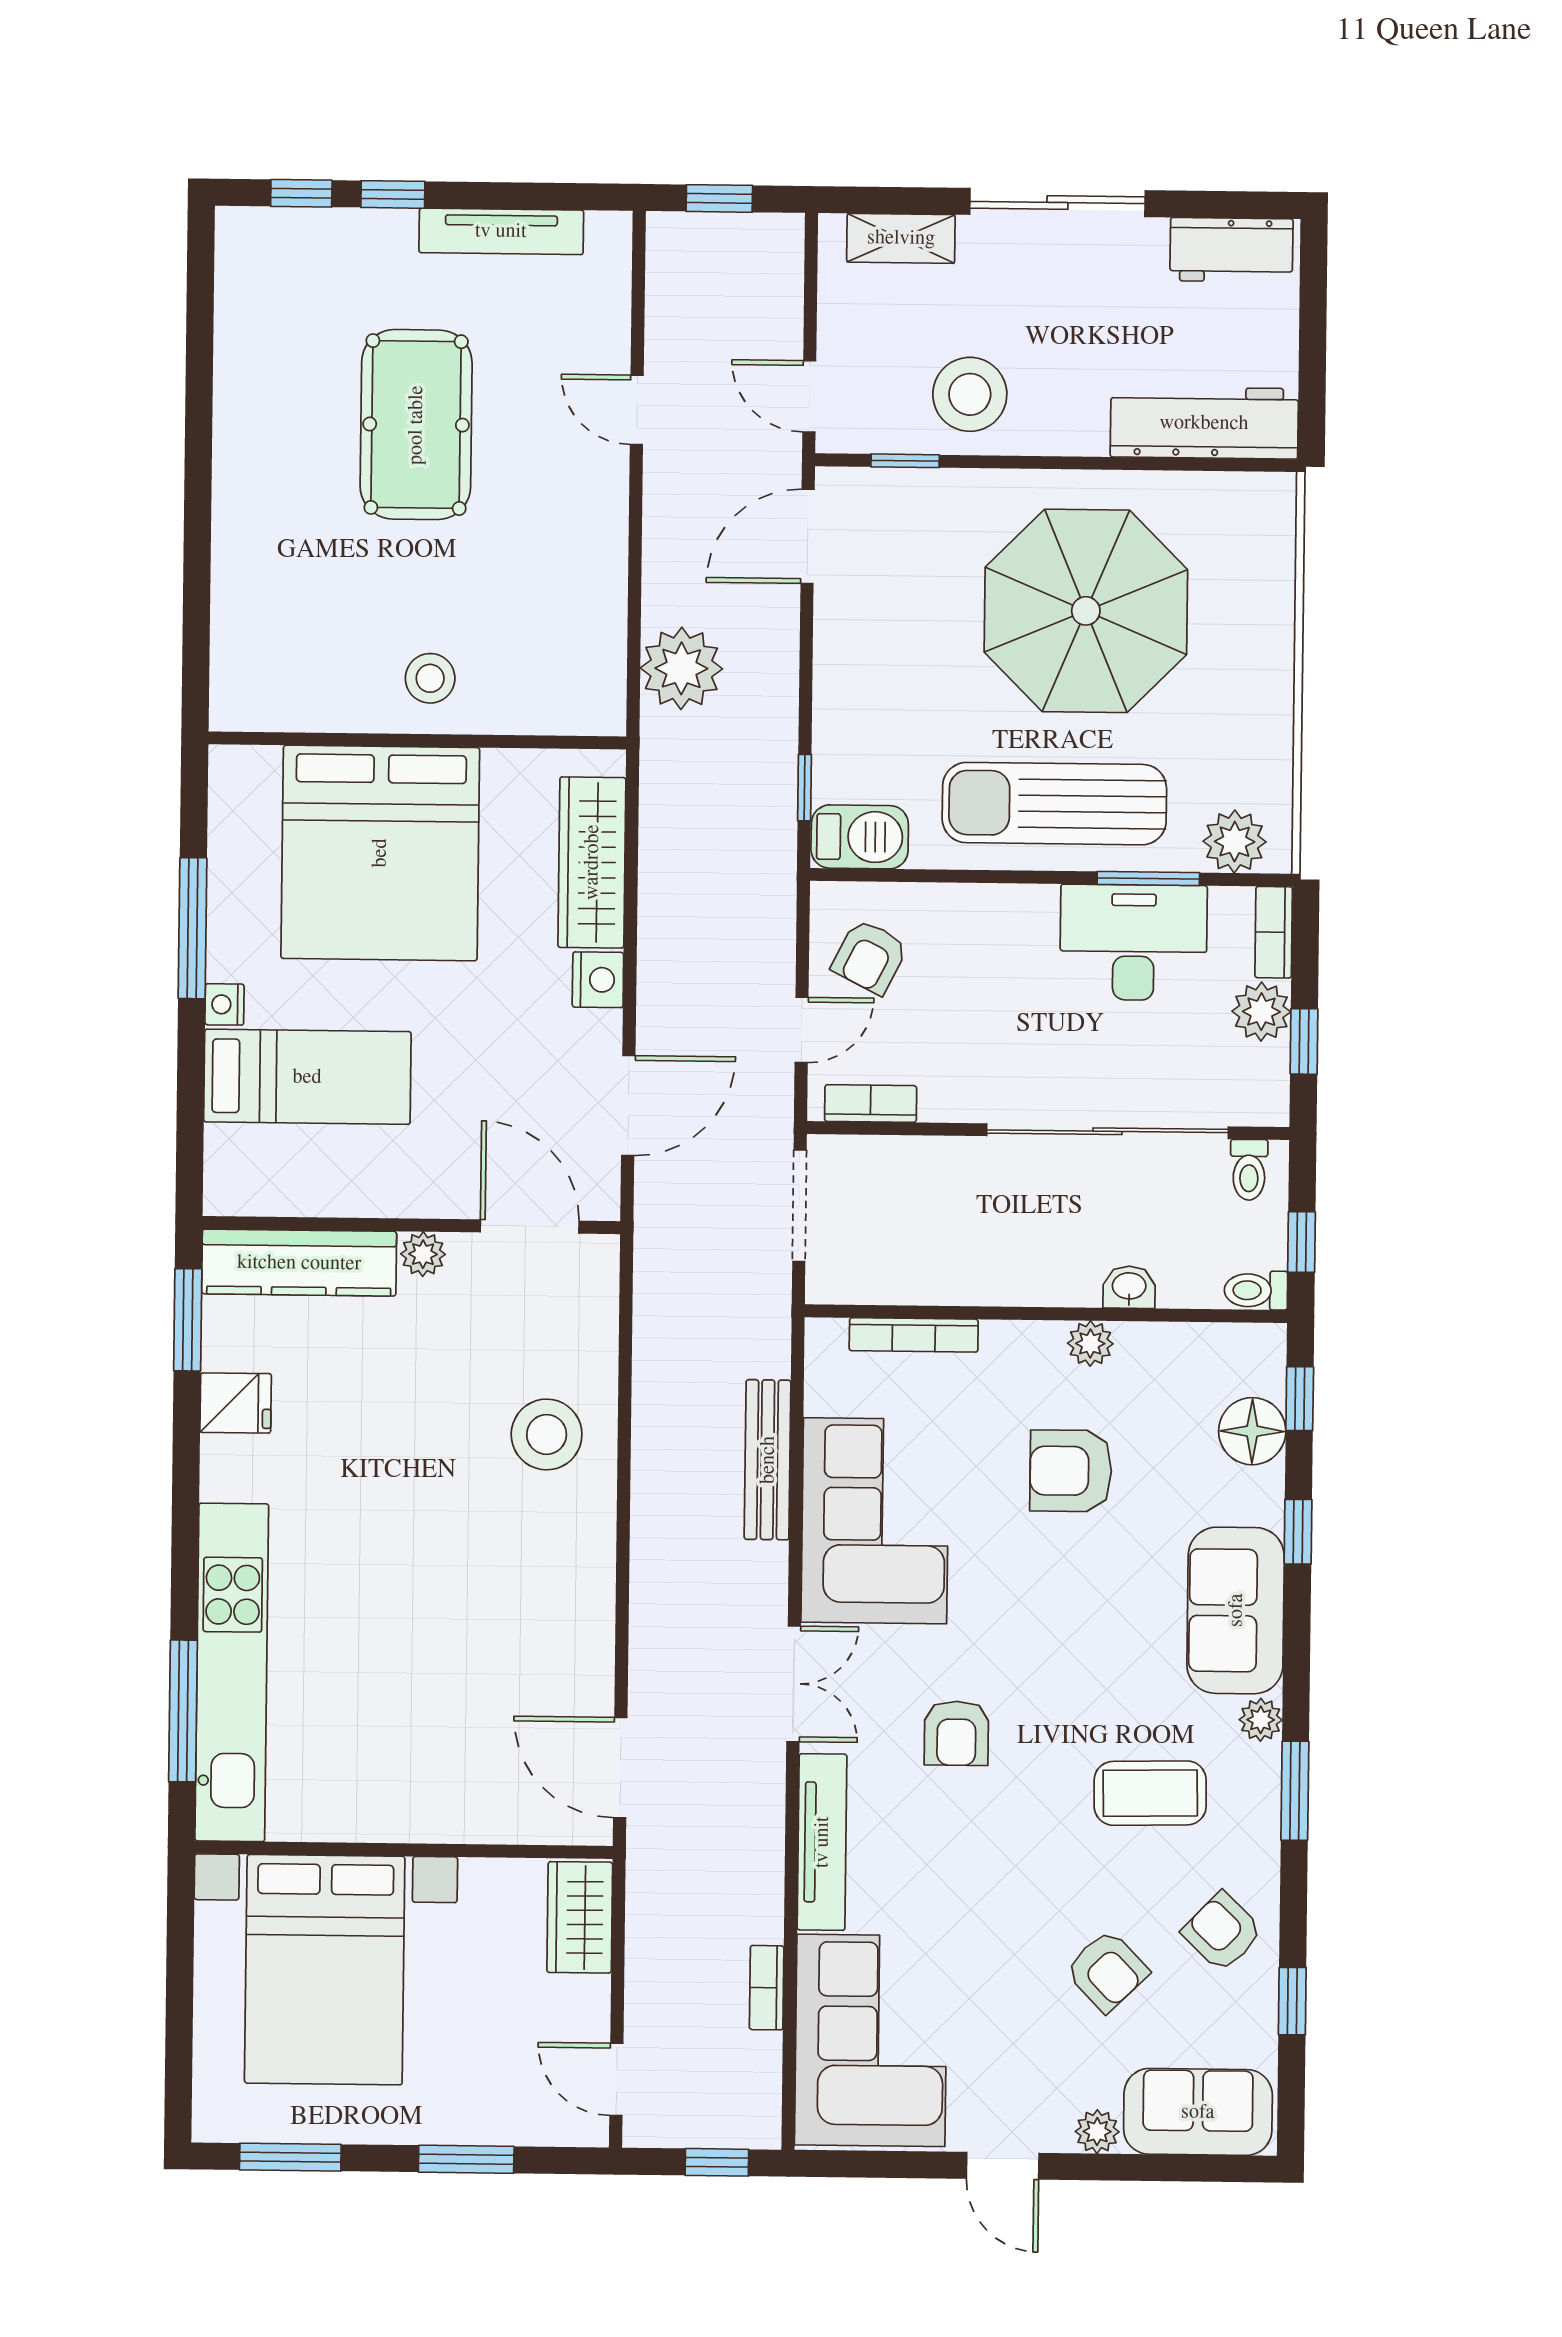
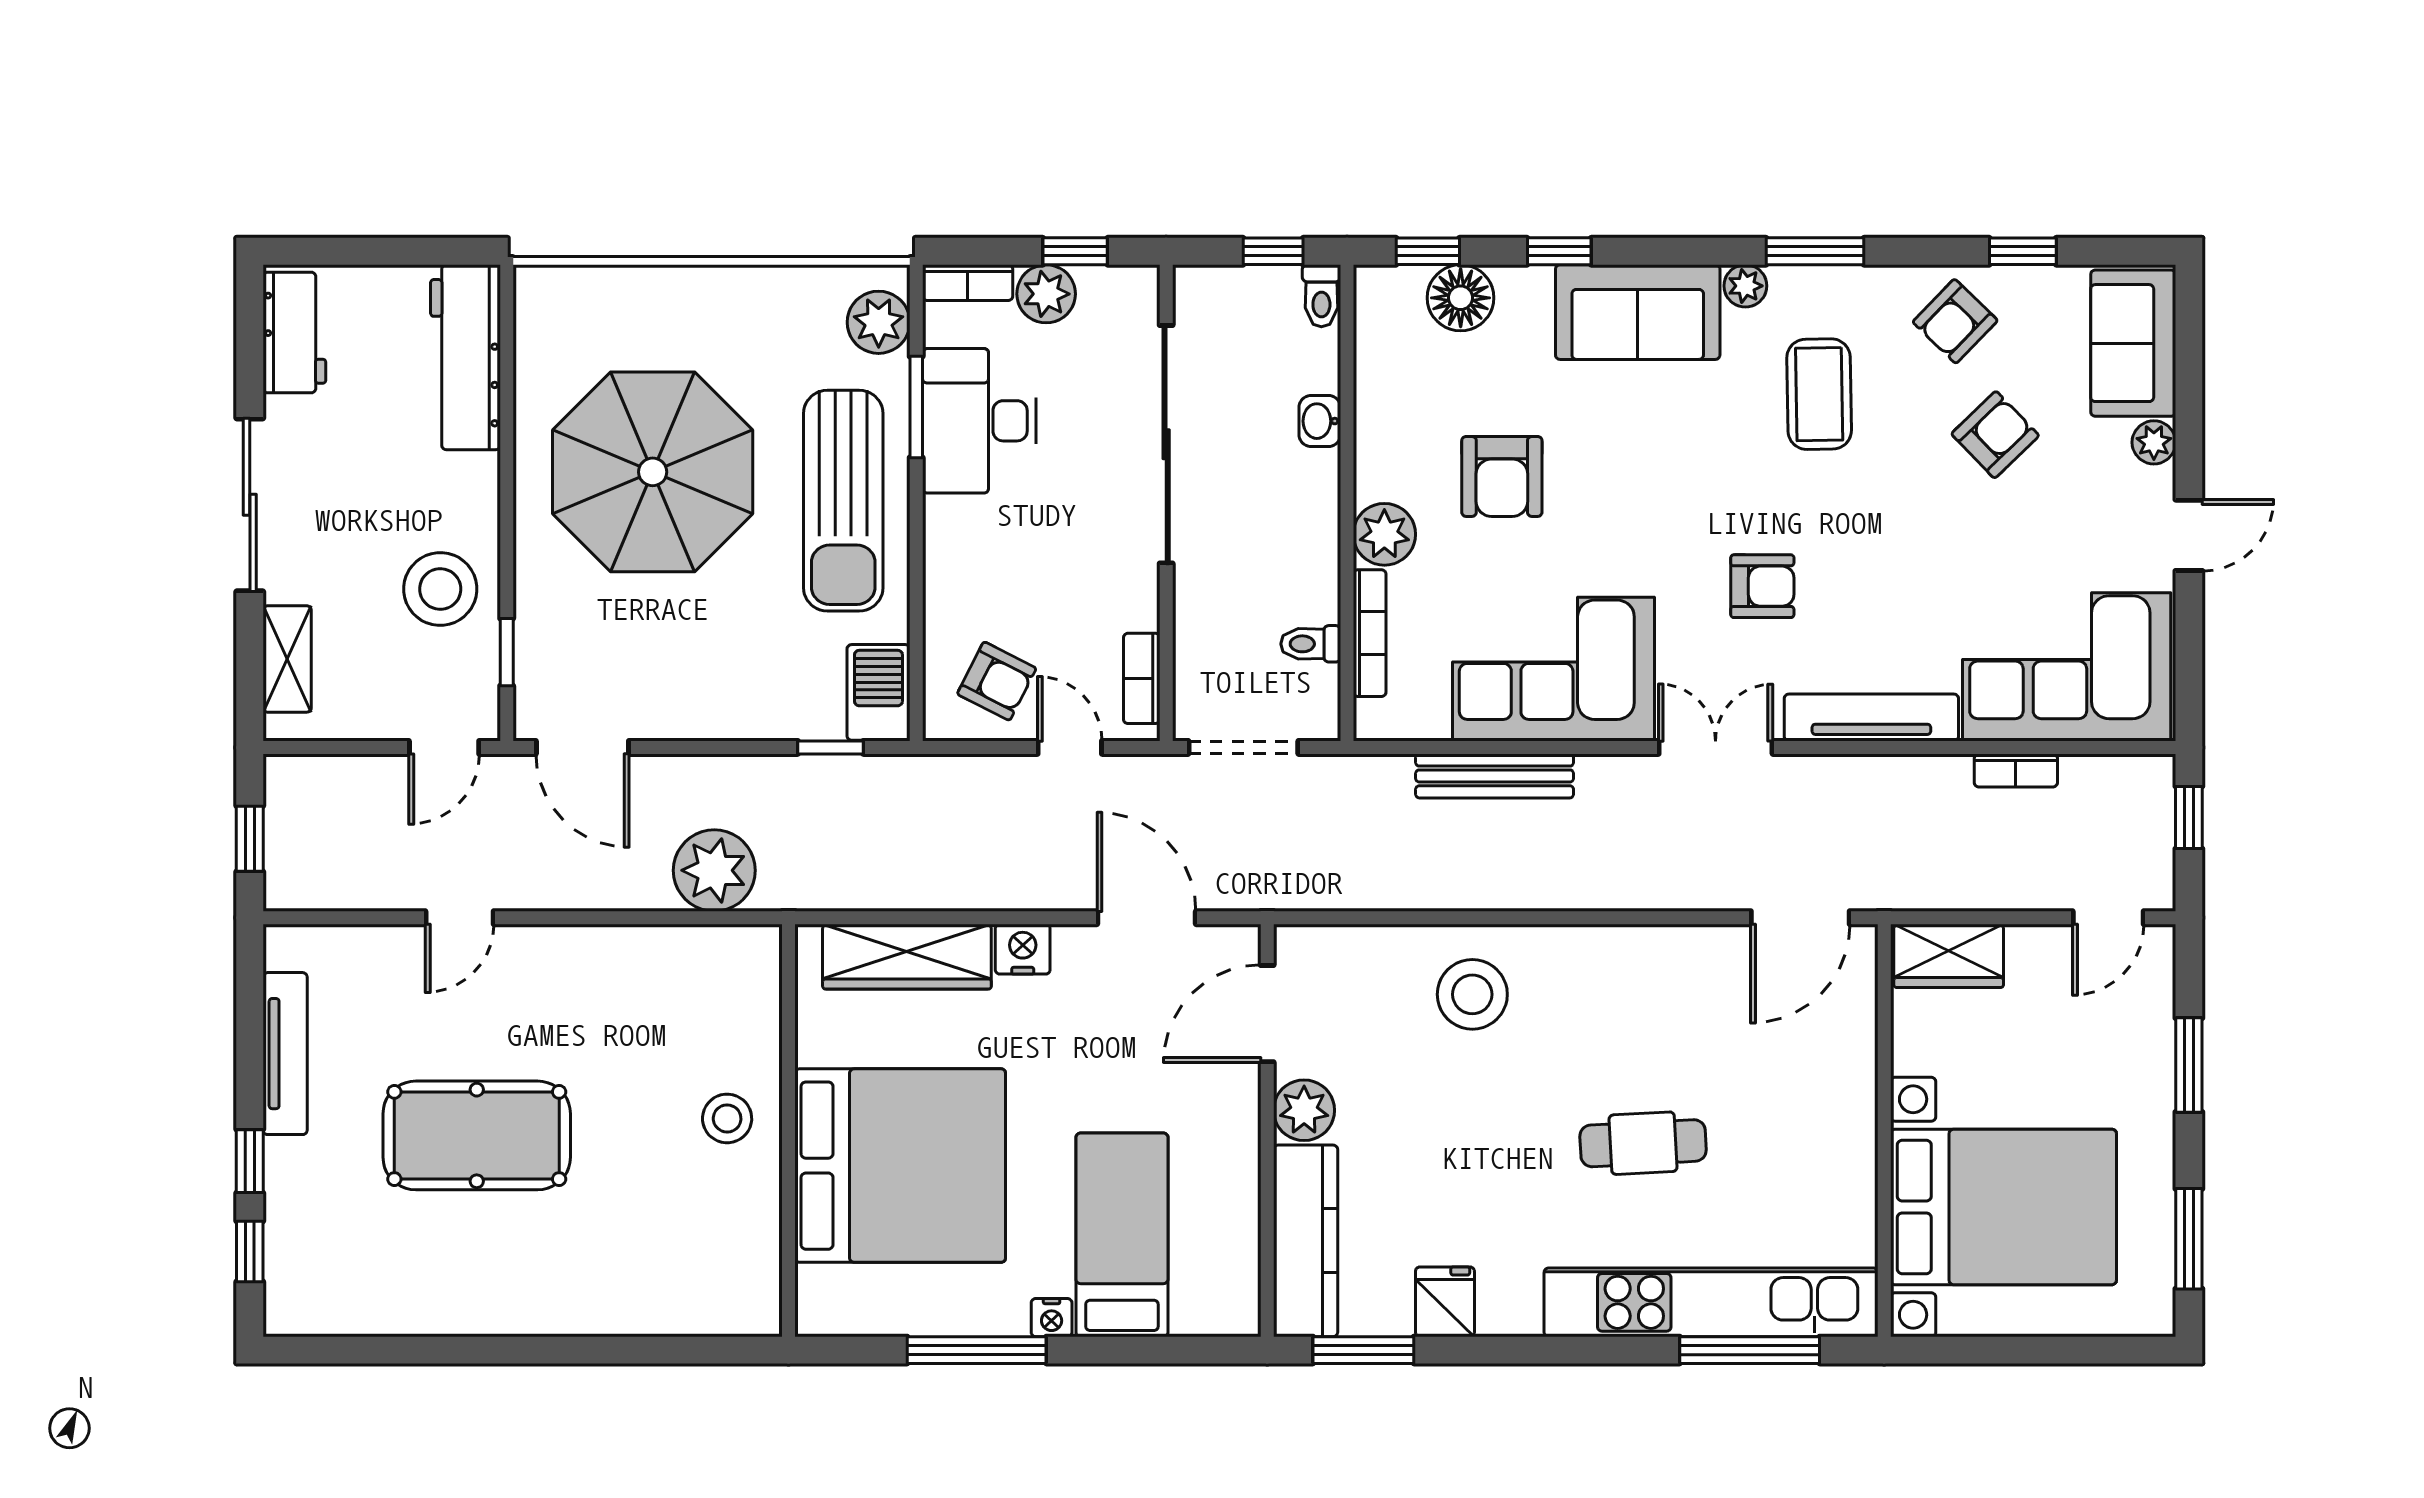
toilet: (1249, 1170) -> (1311, 644), moved, turned 180
plant: (423, 1254) -> (1304, 1110), width x1.38, depth x1.38
plant: (1090, 1344) -> (1384, 534), moved, width x1.38, depth x1.38
cafe table: (394, 1606) -> (1643, 1143), added

